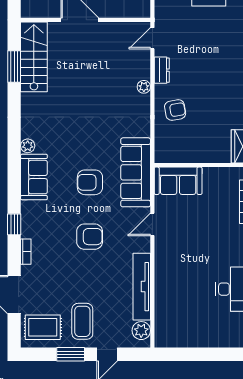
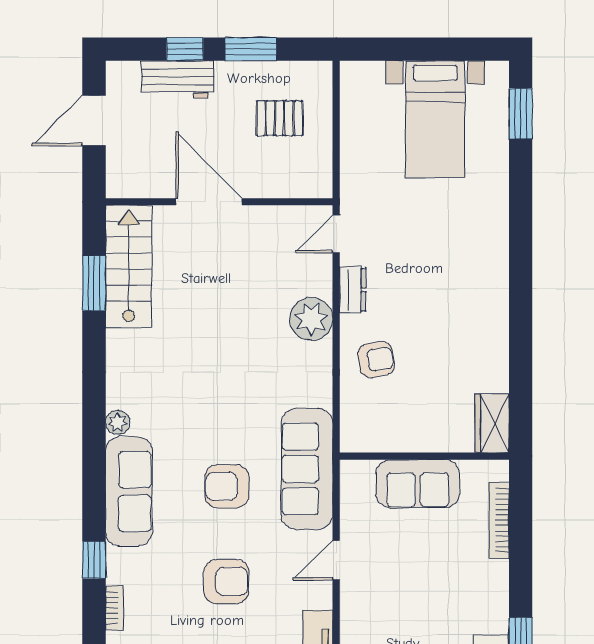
plant: (144, 87) -> (311, 319), width x1.88, depth x1.88
sofa: (34, 177) -> (129, 492), width x1.36
sofa: (178, 181) -> (418, 484), moved

